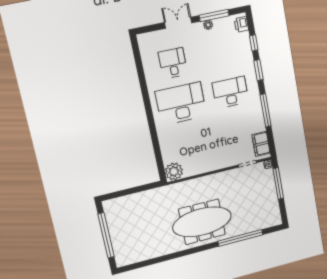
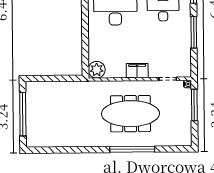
filing cabinet: (261, 144) -> (137, 71), moved, turned 90
meeting table: (202, 222) -> (130, 114), moved
window: (240, 238) -> (132, 149), moved

